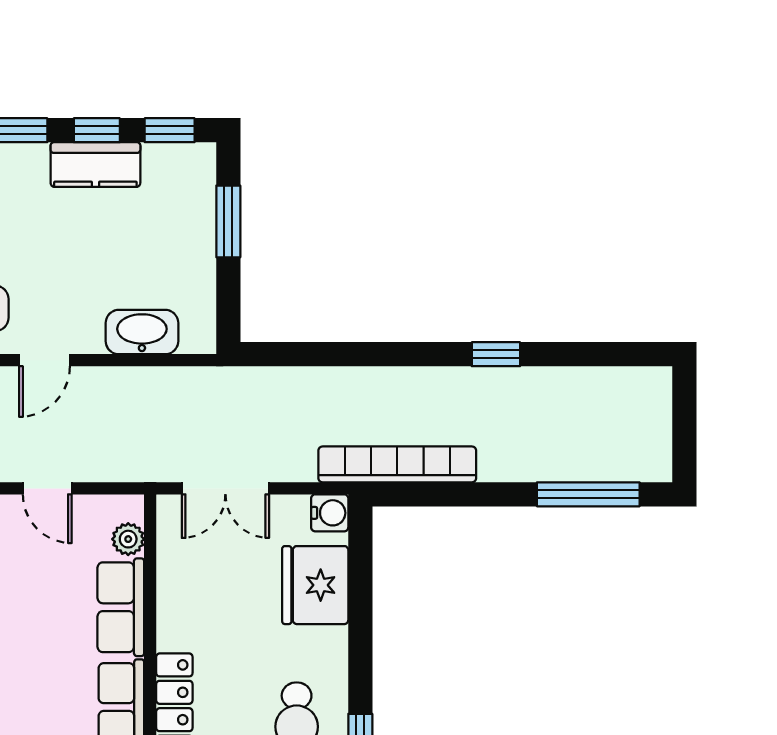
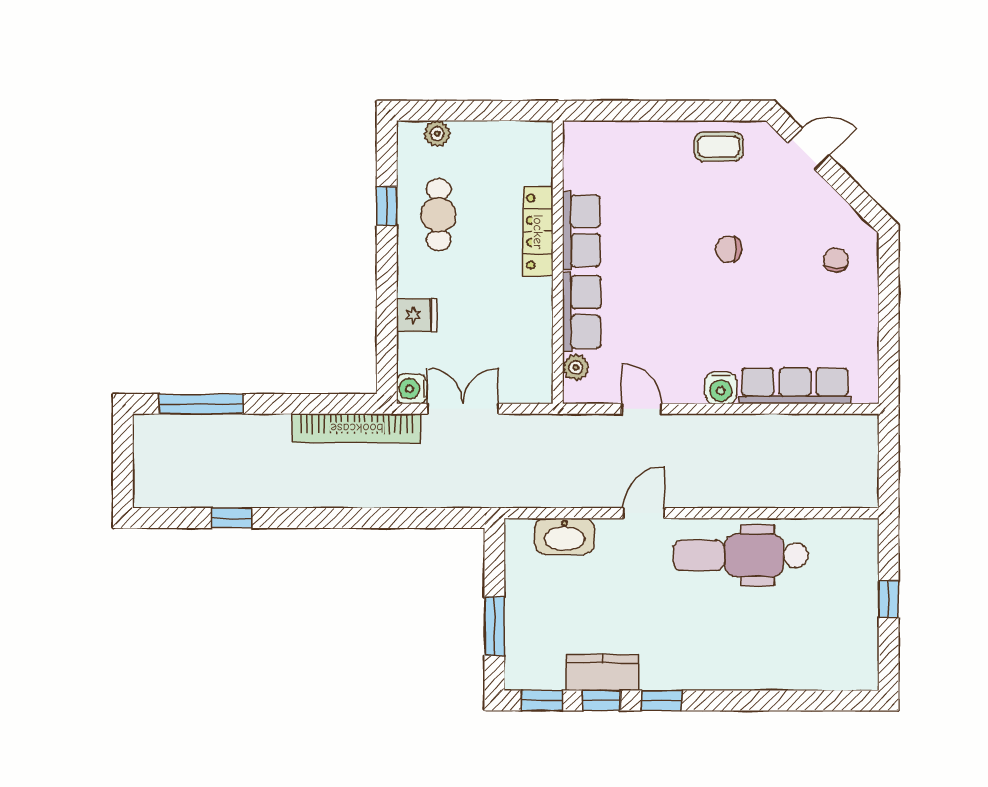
window: (496, 354) -> (232, 518), moved
double door: (225, 488) -> (463, 409), moved
fridge: (315, 585) -> (417, 315), width x0.53, depth x0.75

